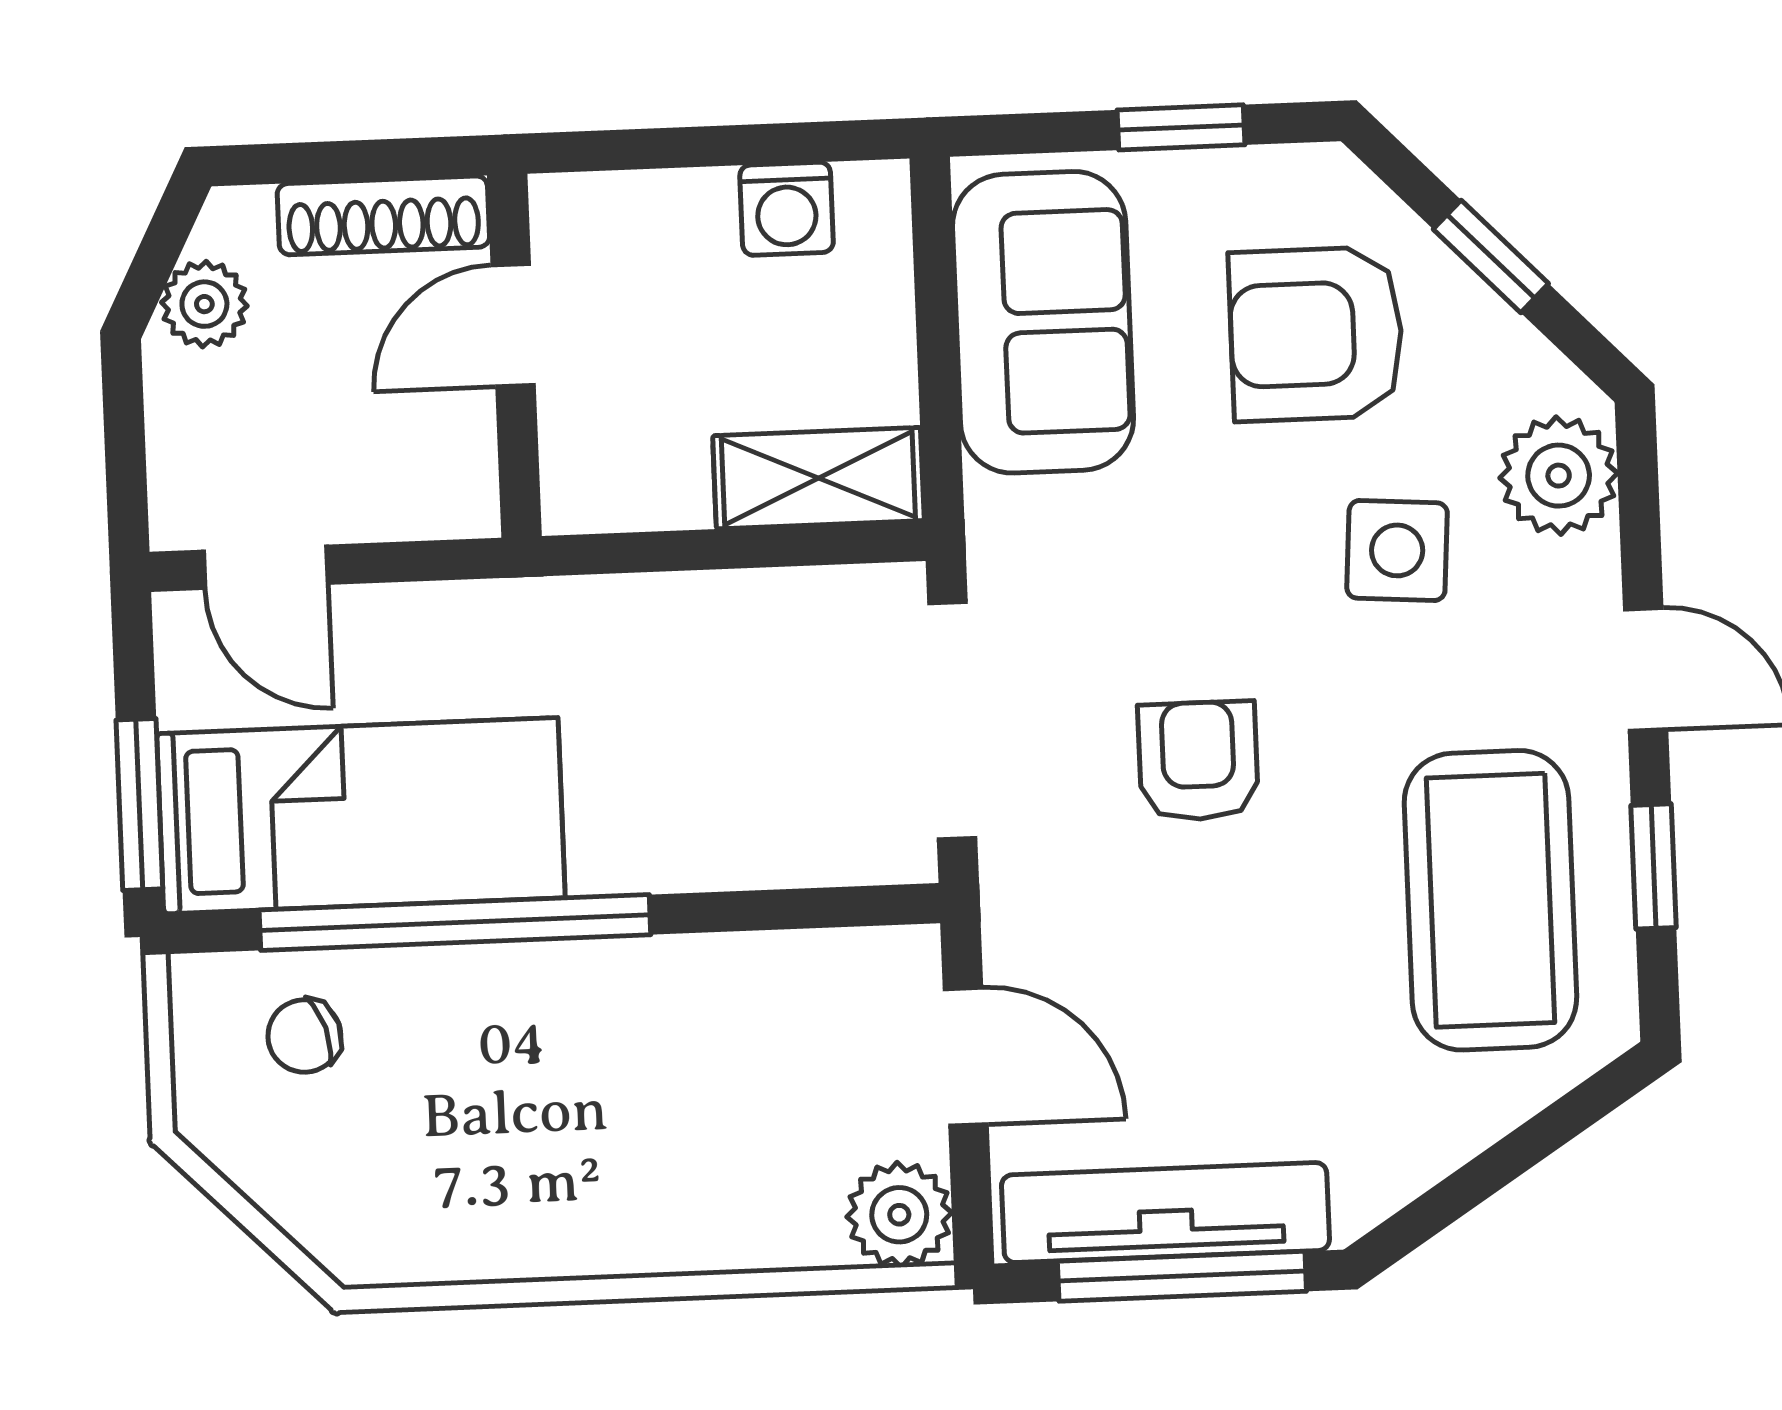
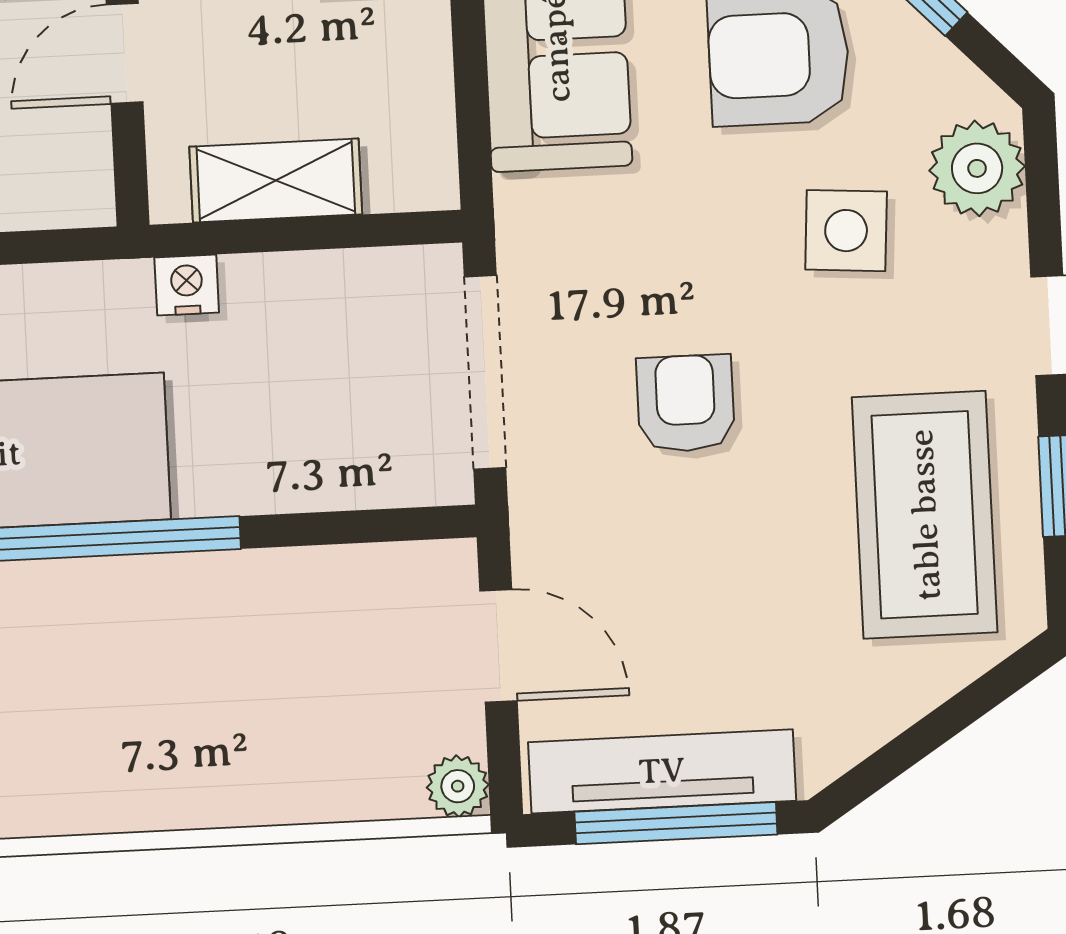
shelving: (818, 478) -> (276, 181), moved
nightstand: (587, 610) -> (187, 285), added
plant: (899, 1215) -> (458, 786), width x0.73, depth x0.73

